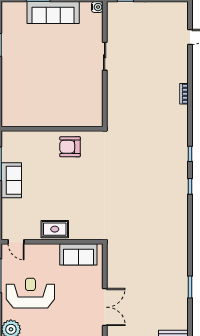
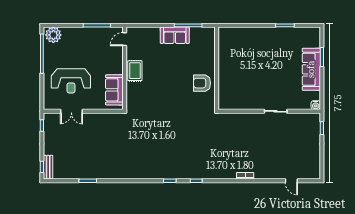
armchair: (70, 147) -> (202, 83), turned -90
reception desk: (30, 293) -> (71, 81), moved, turned 90
double door: (105, 307) -> (71, 111), width x0.73

